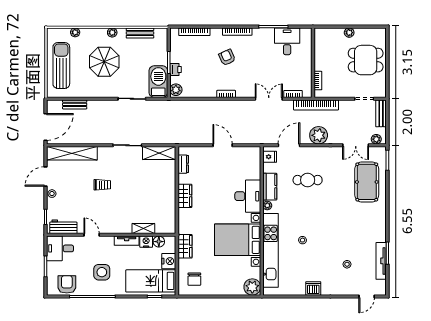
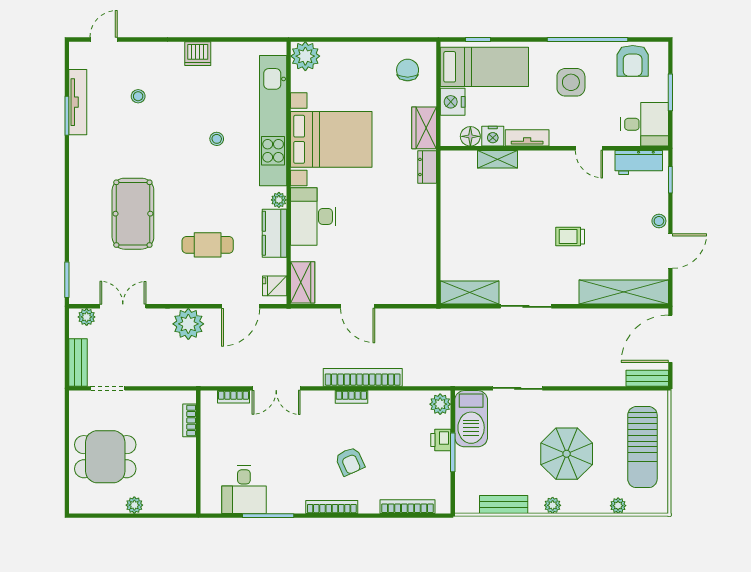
bench: (75, 104) -> (647, 378), moved
bookcase: (316, 105) -> (363, 377), moved
dresser: (183, 164) -> (427, 167), moved
pool table: (367, 182) -> (133, 214), moved
wardrobe: (185, 196) -> (303, 282), moved, turned 180

